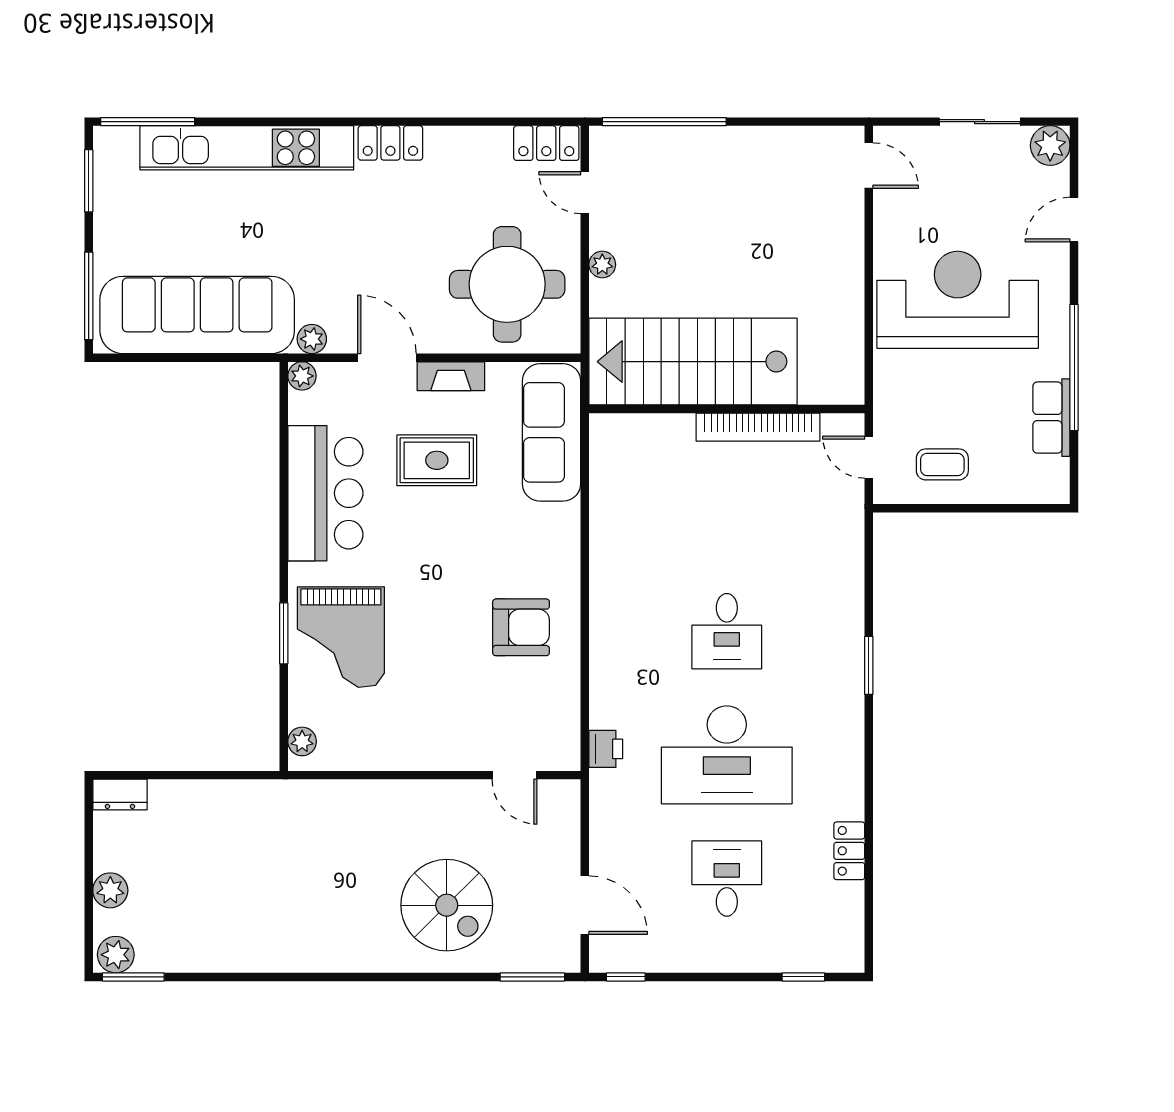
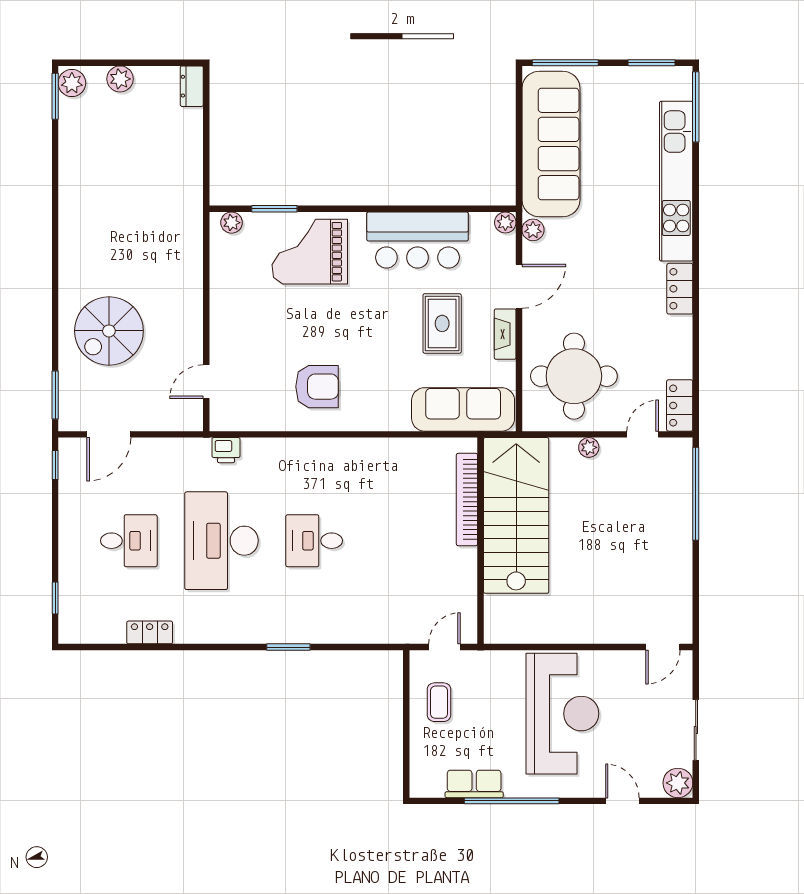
bookcase: (758, 427) -> (467, 500), moved
armchair: (521, 627) -> (317, 387), turned -90
window: (284, 633) -> (274, 209), moved

